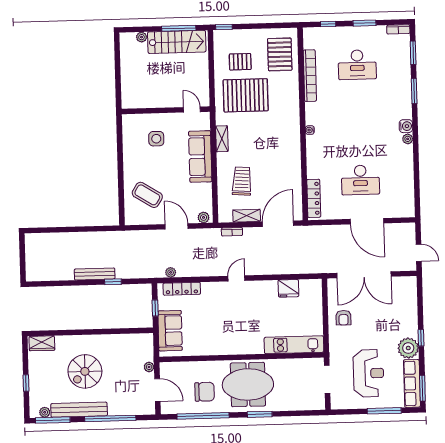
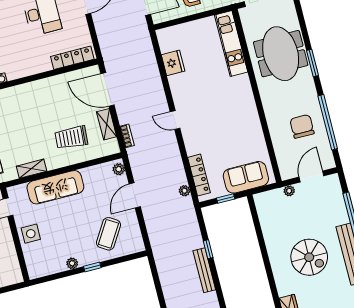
side table: (156, 139) -> (31, 234), moved
plant: (128, 156) -> (72, 263), added
window: (121, 173) -> (92, 267), added
meeting table: (248, 384) -> (281, 54), moved

